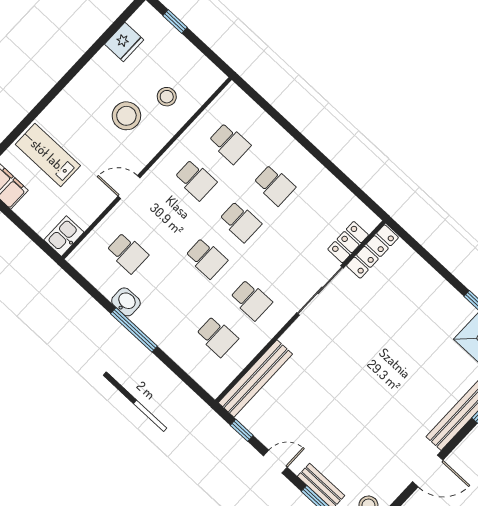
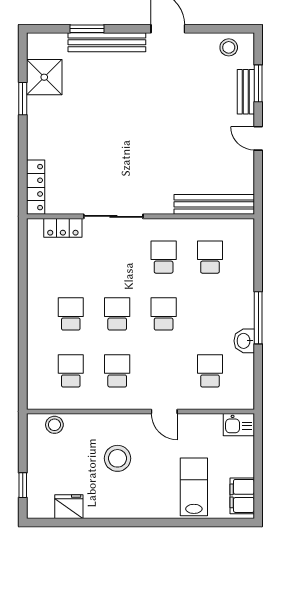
stool: (167, 97) -> (54, 425), moved
lab bench: (48, 155) -> (194, 487), turned 180
locker: (372, 251) -> (36, 187), moved, turned 90
window: (242, 430) -> (258, 181), removed

